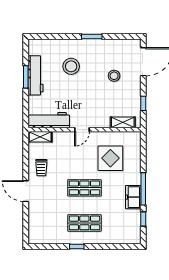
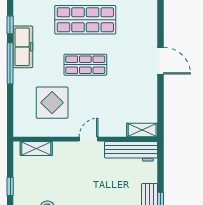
window: (143, 103) -> (10, 186), moved
trolley: (41, 168) -> (140, 90), removed
freezer: (133, 197) -> (23, 47), width x1.40
shop shelf: (84, 223) -> (85, 20), width x1.43, depth x1.36

